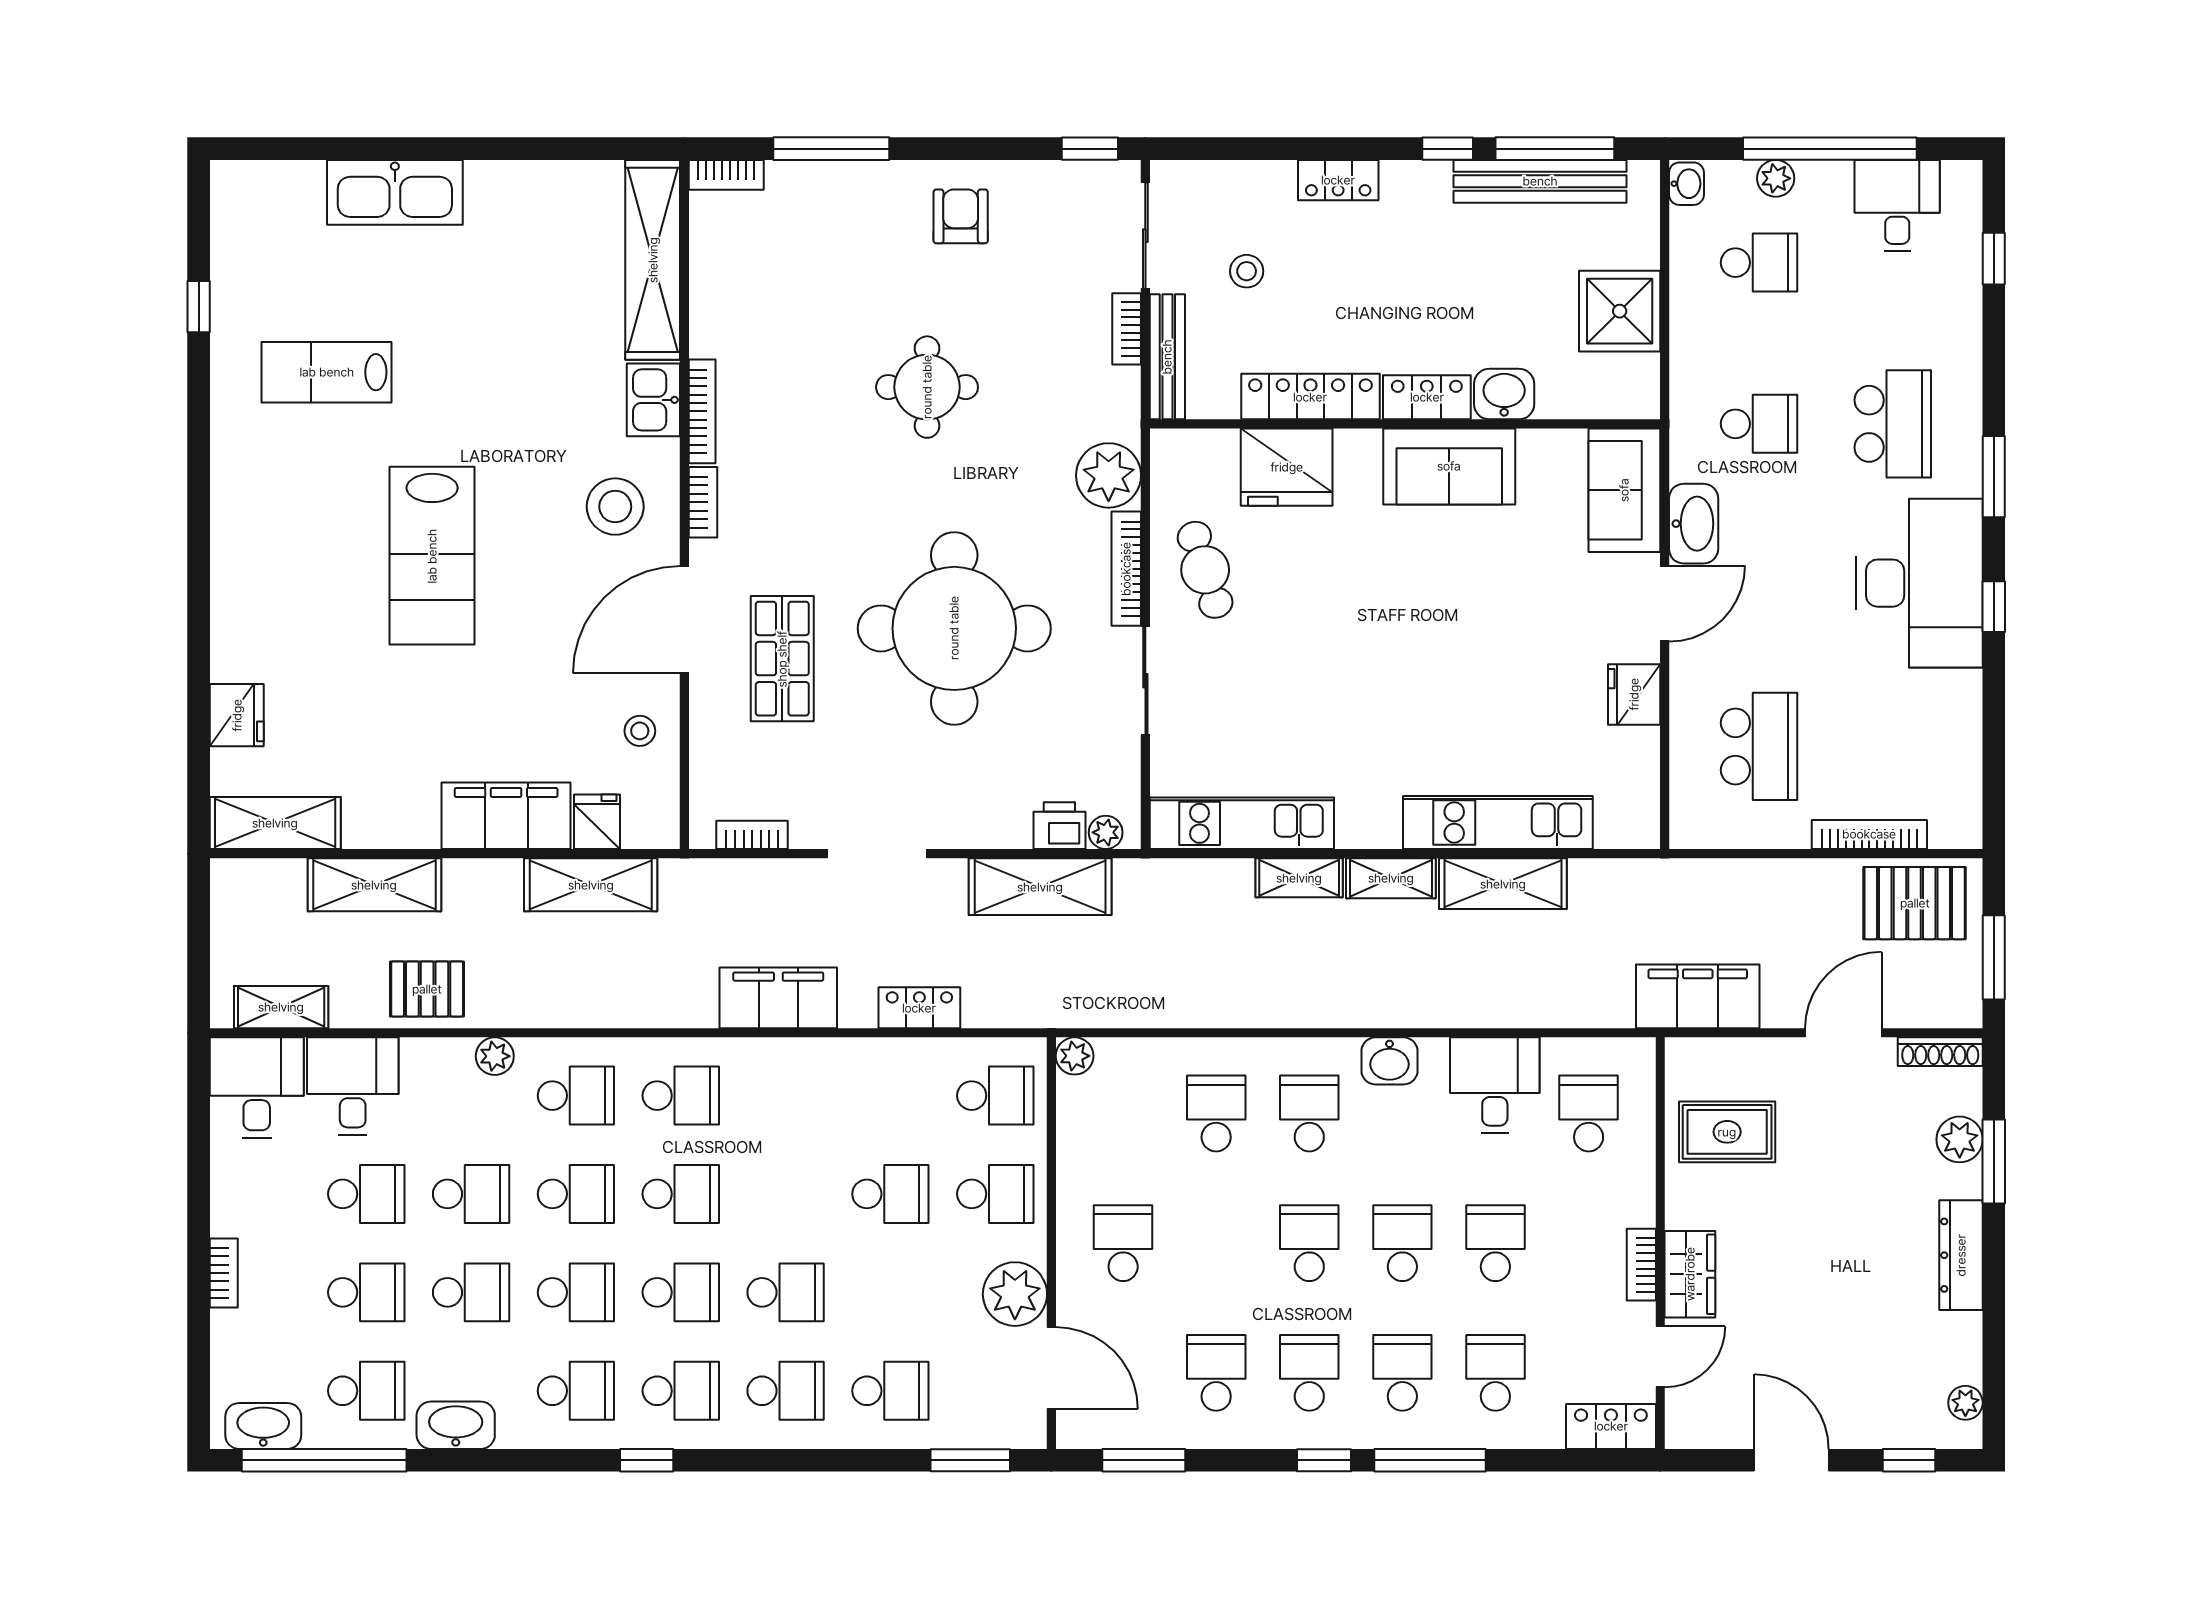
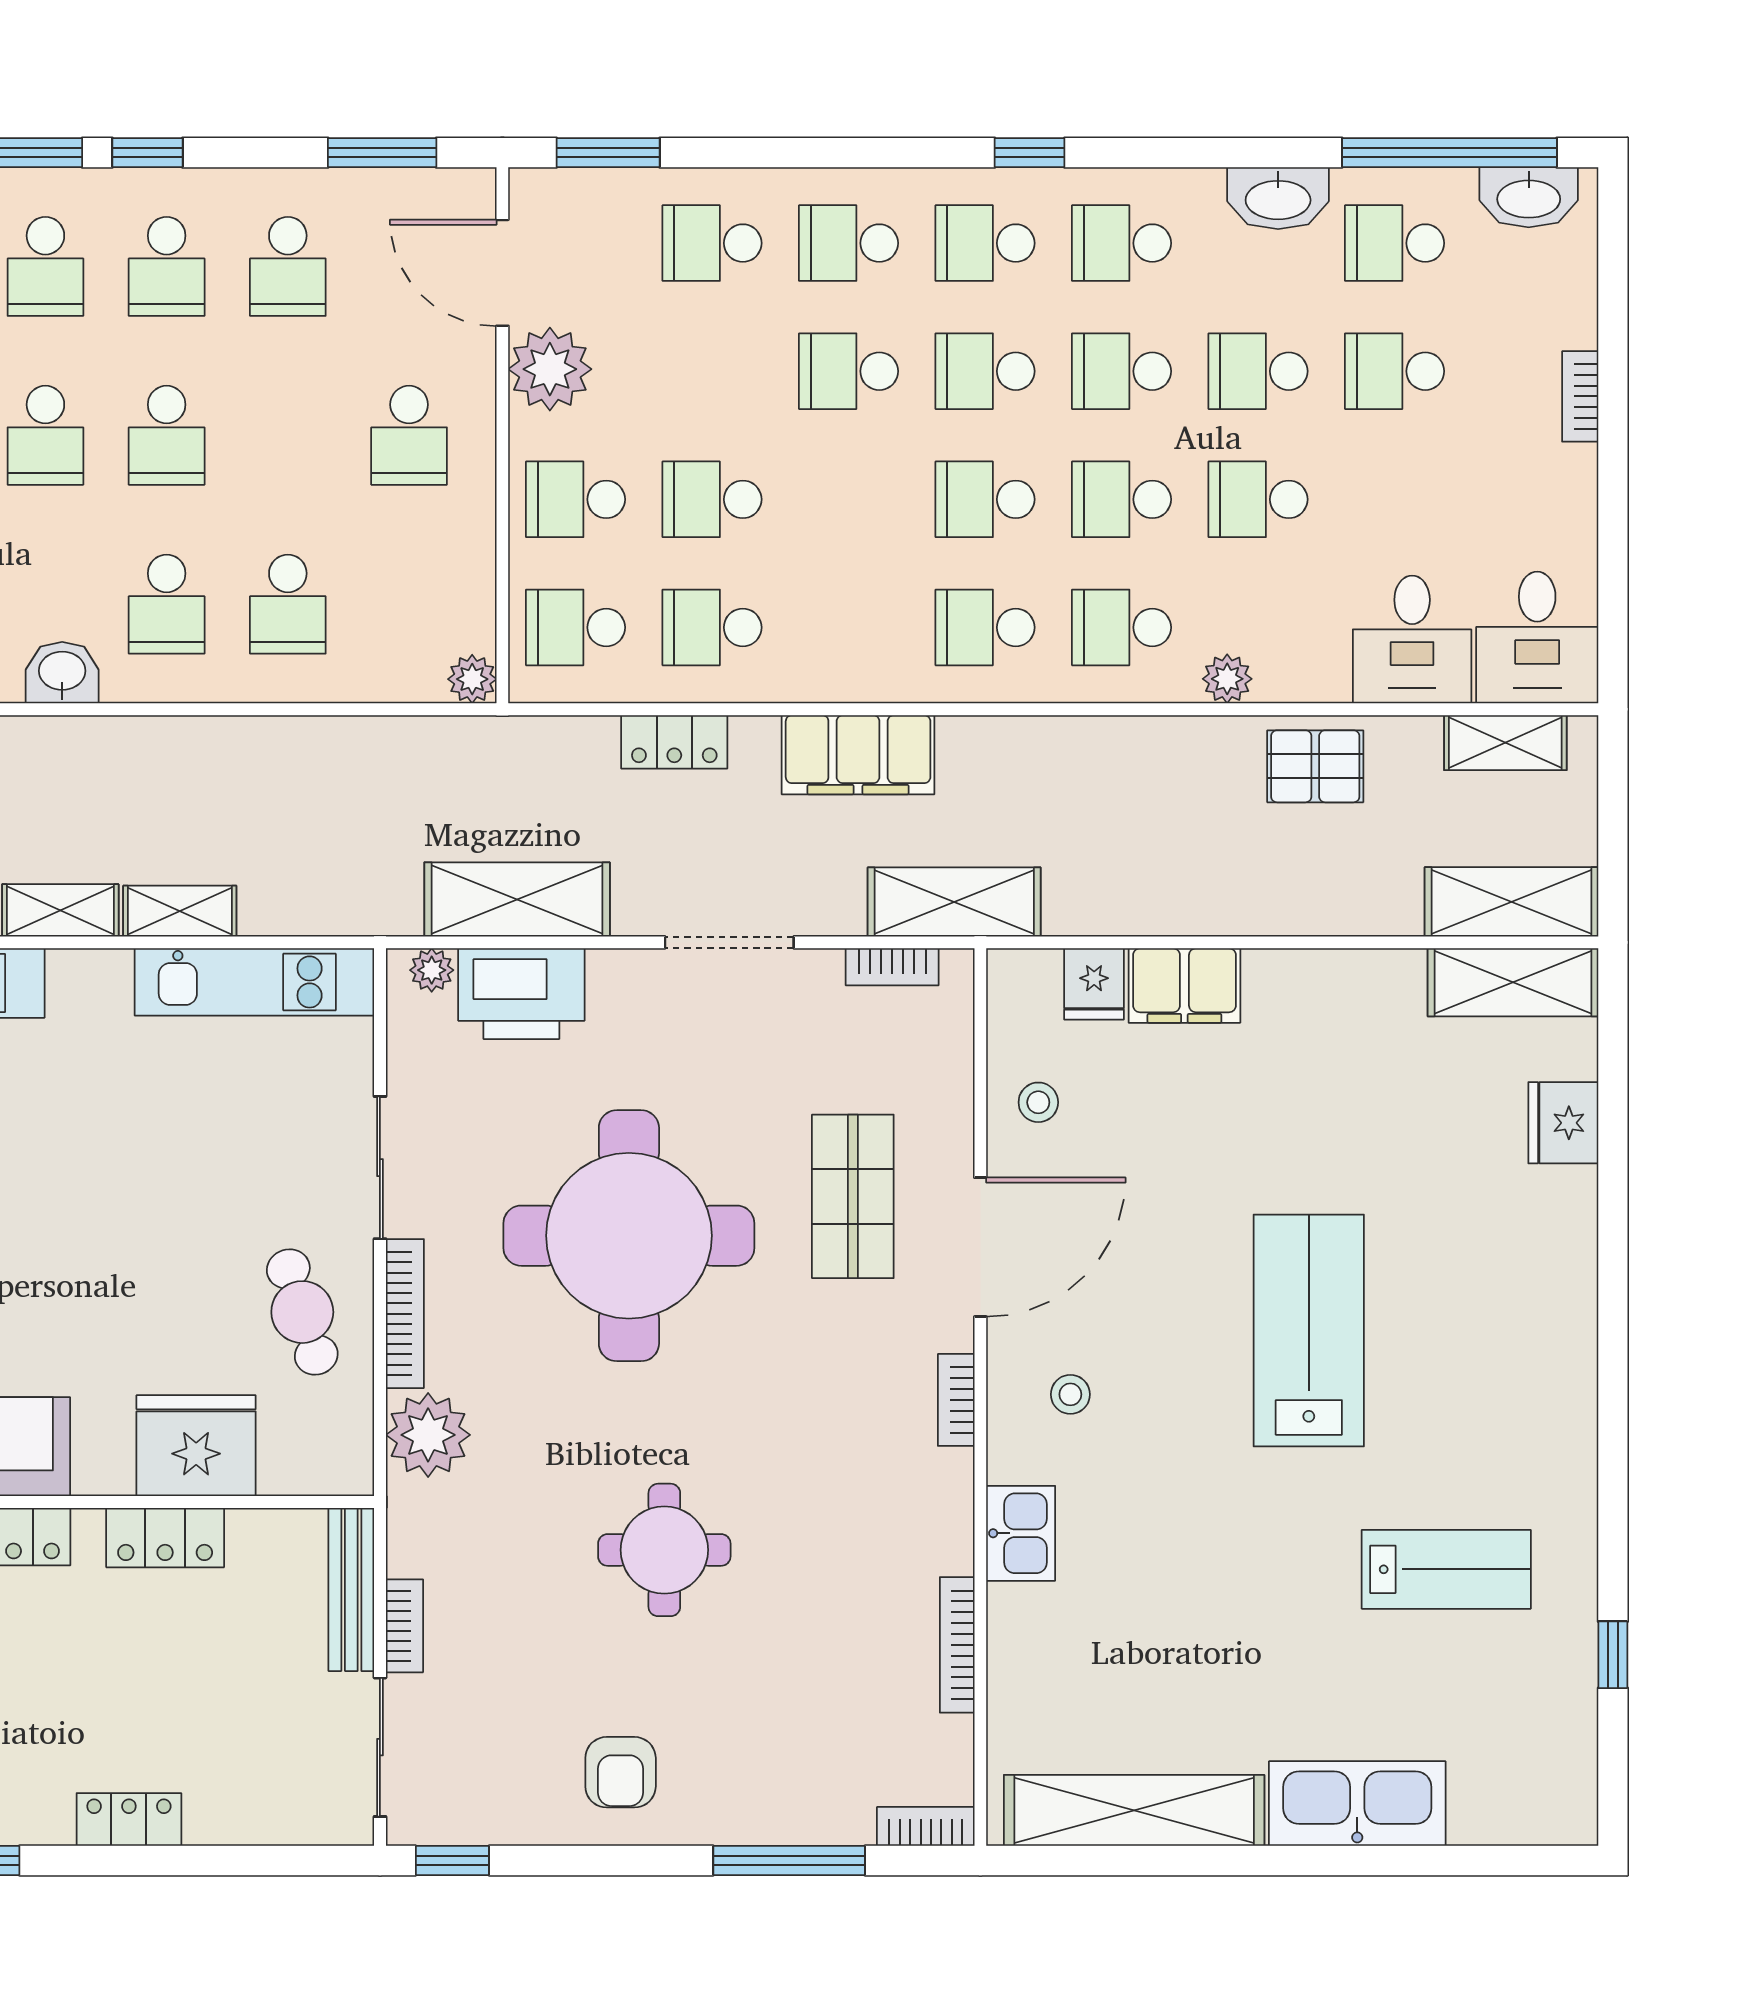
shelving: (653, 260) -> (1134, 1810), moved, turned 90
stool: (1247, 271) -> (248, 1701), removed
locker: (1310, 397) -> (165, 1538), width x0.66
bookcase: (702, 411) -> (957, 1645), moved
stool: (615, 507) -> (1070, 1394), width x0.53, depth x0.53
filing cabinet: (506, 816) -> (1184, 986), width x0.67, depth x0.86
printer: (1059, 826) -> (521, 994), width x1.87, depth x1.48
shelving: (374, 885) -> (1511, 902), moved
shelving: (591, 885) -> (954, 902), moved
school desk: (366, 1194) -> (712, 627), moved

